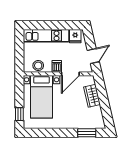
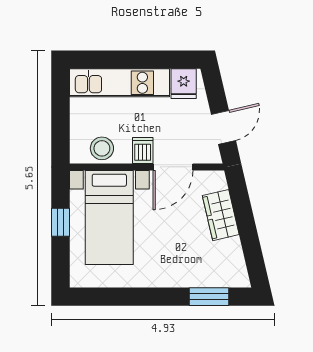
window: (19, 114) -> (60, 222), moved

